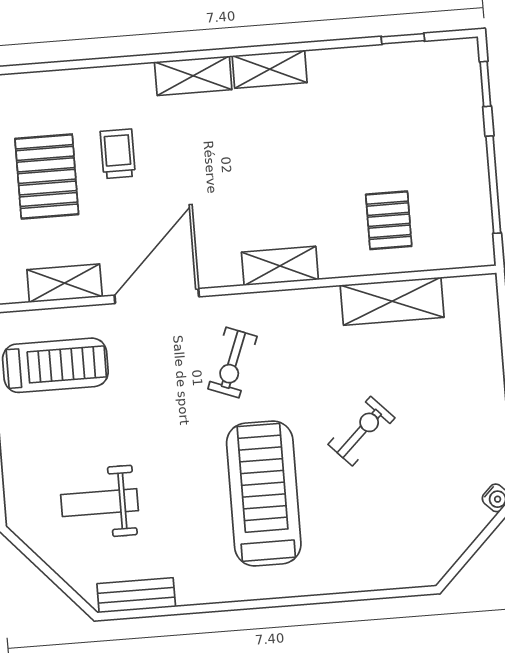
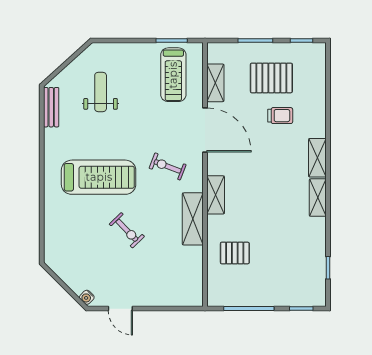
shelving: (392, 301) -> (193, 219), moved

